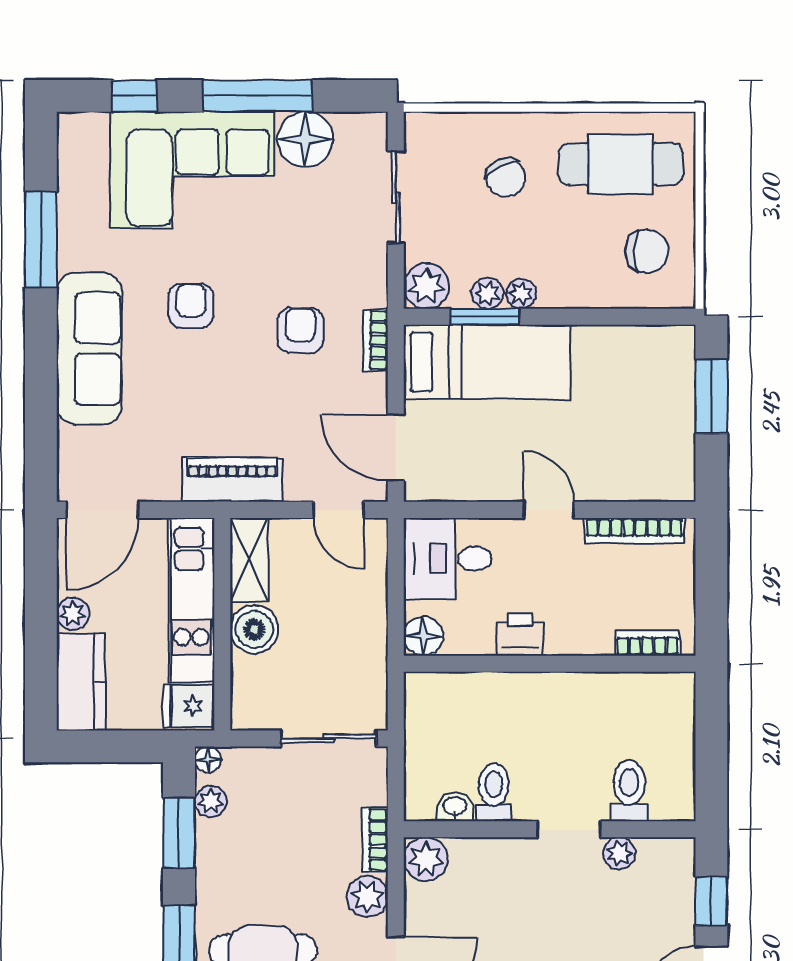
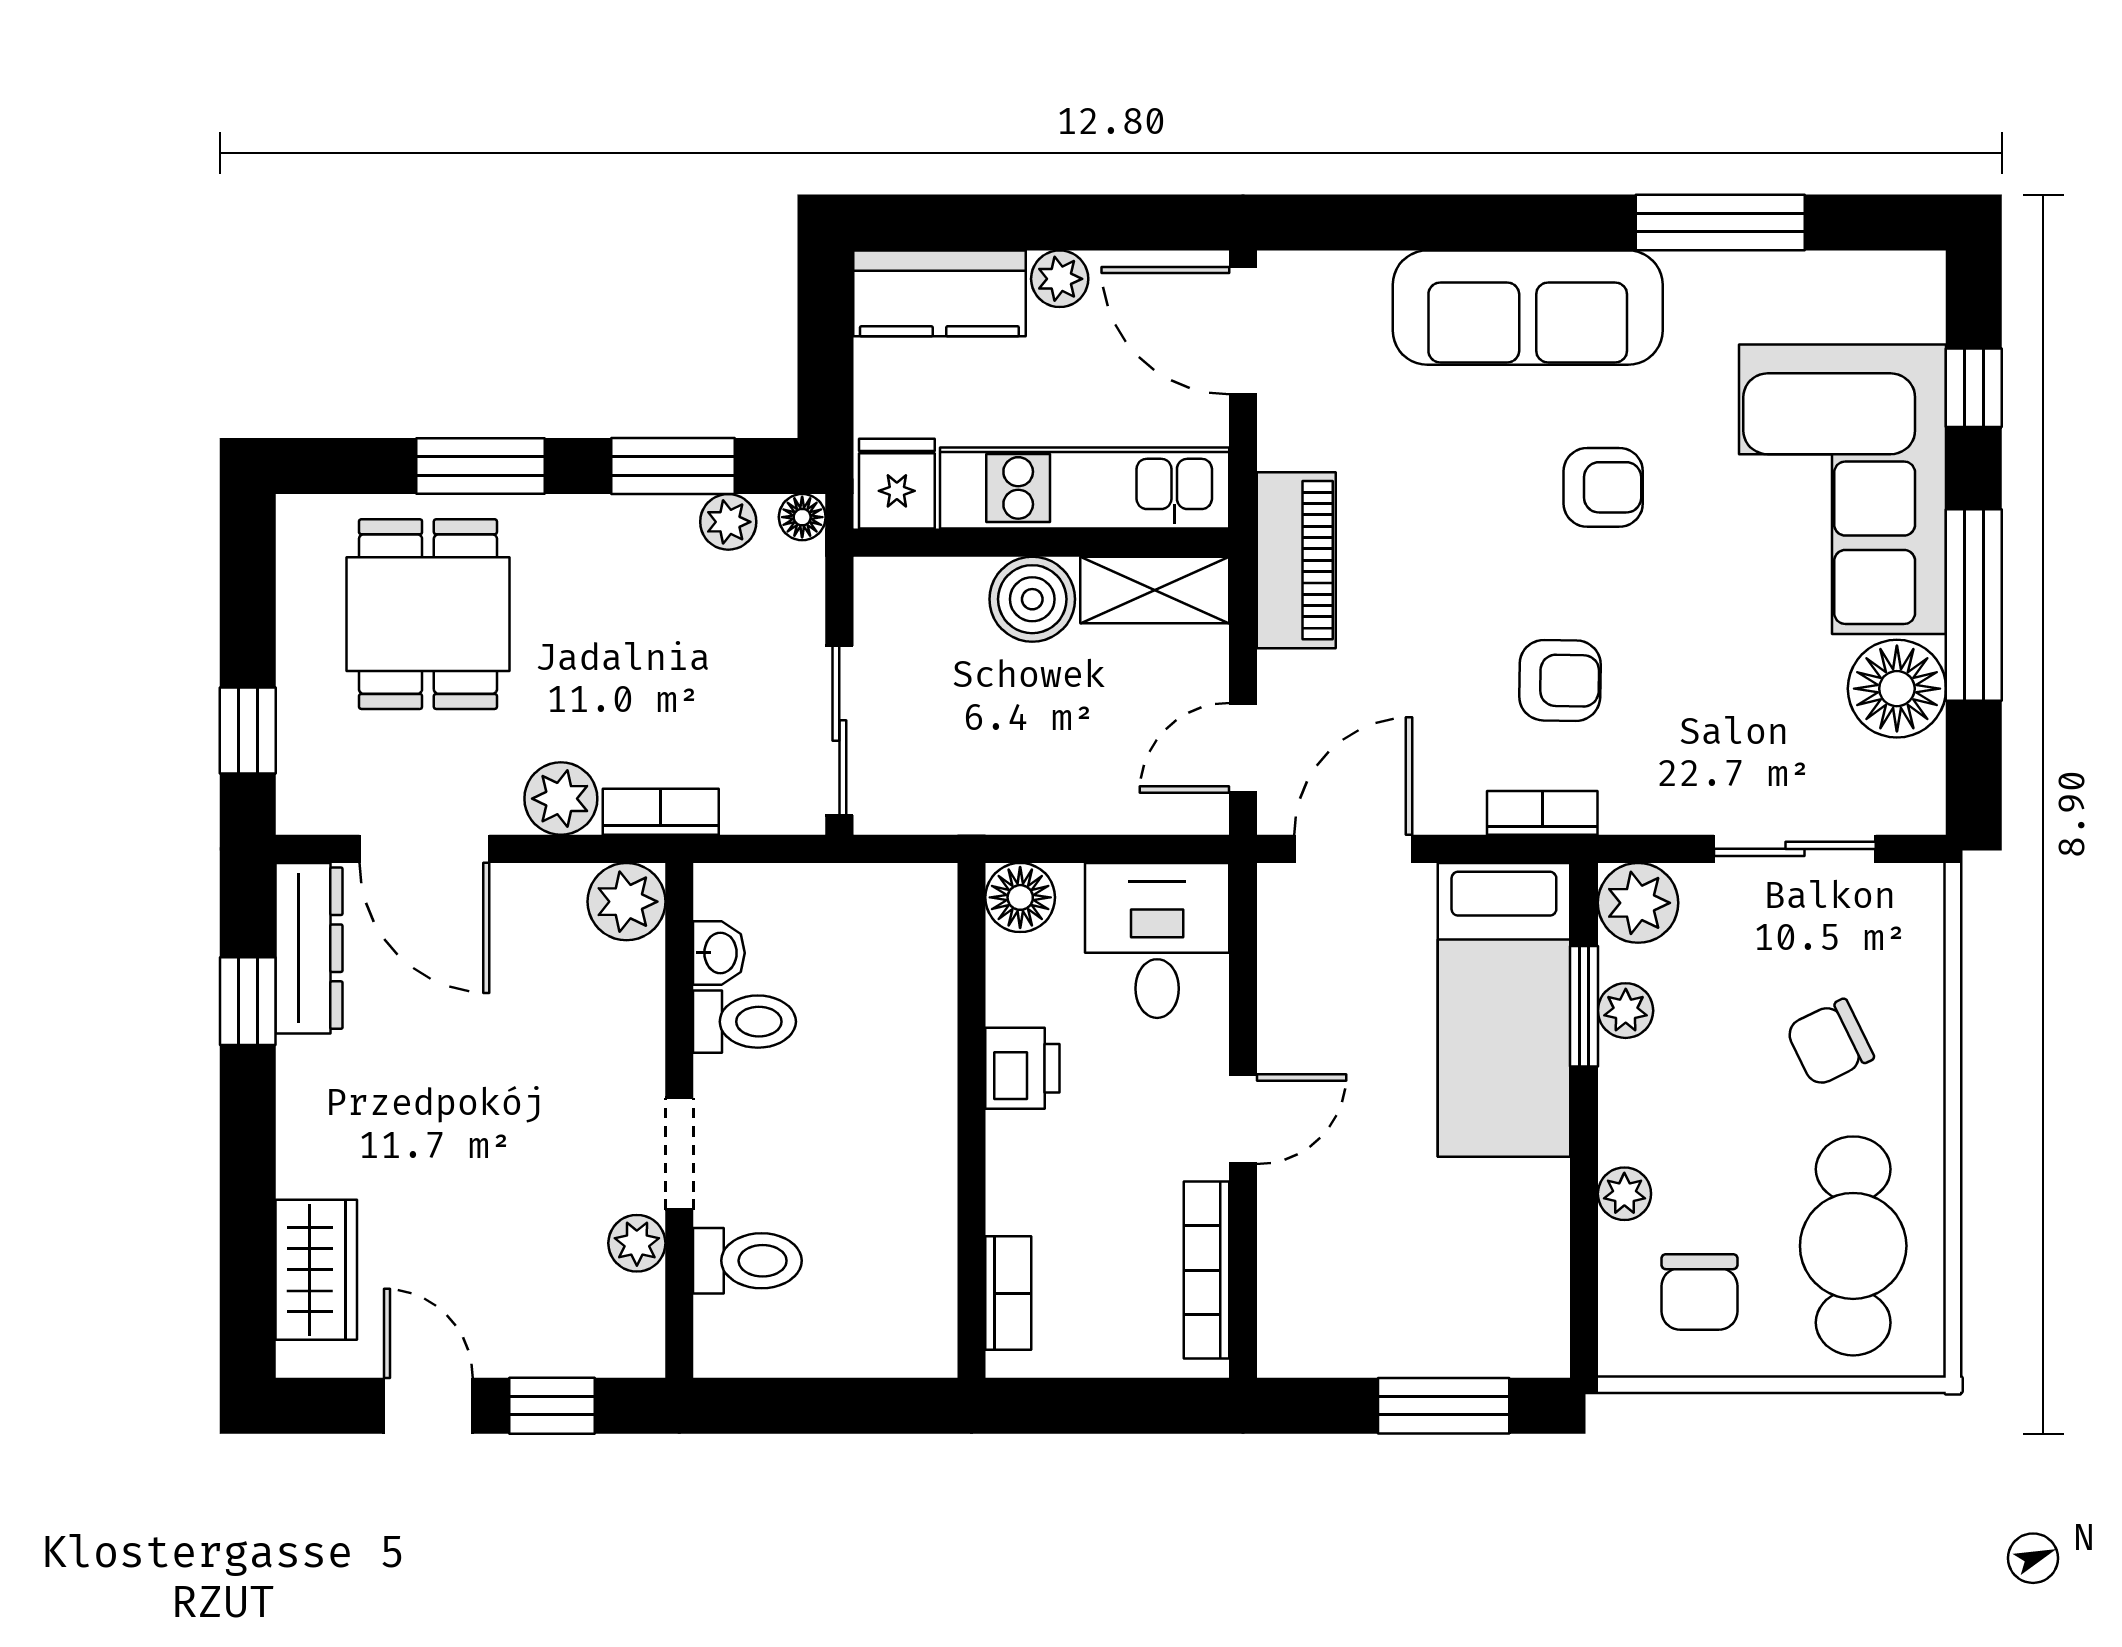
plant: (521, 294) -> (1624, 1194), moved

